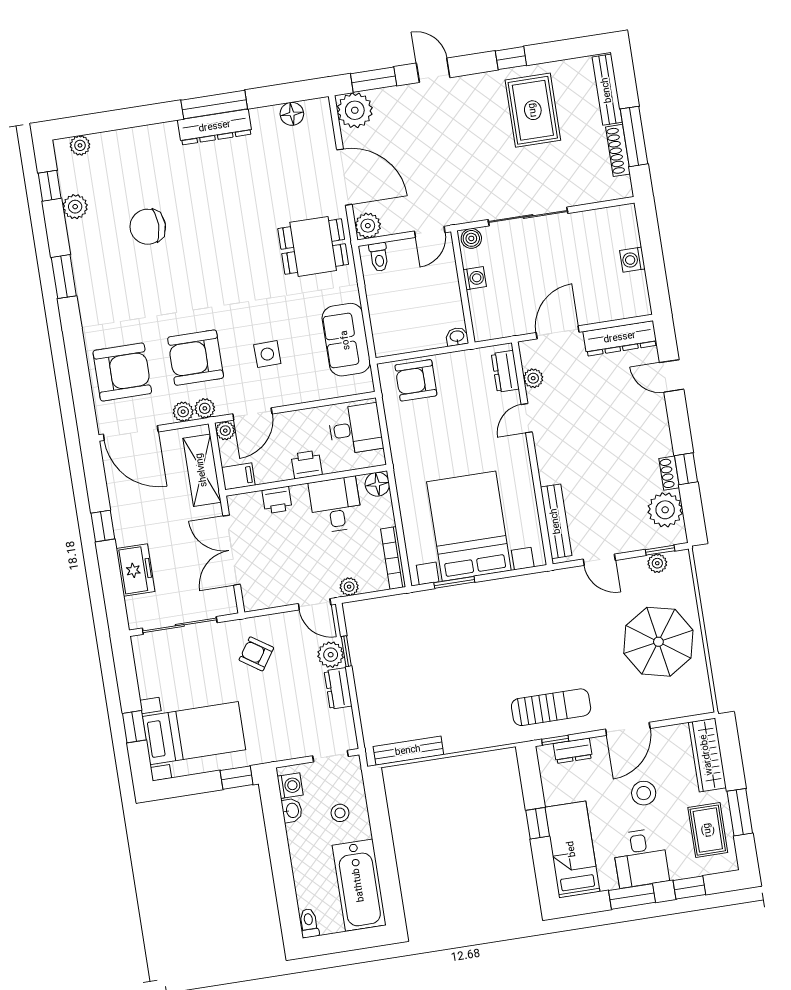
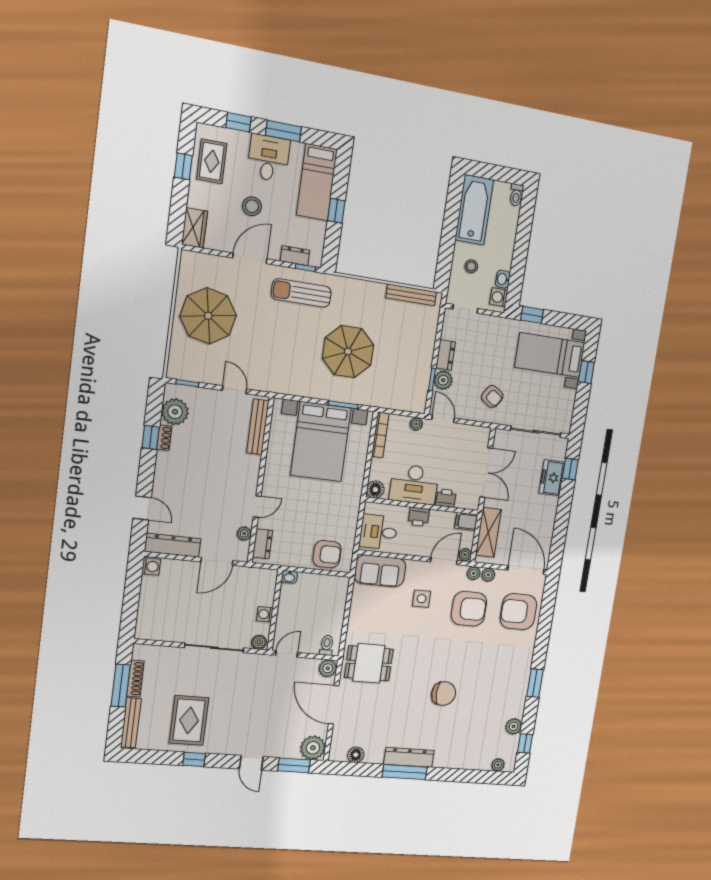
chair: (148, 227) -> (444, 694), moved
washing machine: (632, 260) -> (151, 566), moved
sofa: (346, 340) -> (380, 571), moved, turned 90
desk: (336, 505) -> (414, 484), width x1.37
window: (103, 526) -> (570, 469), moved
plant: (657, 563) -> (192, 374), removed
parasol: (469, 653) -> (348, 352), added
wardrobe: (707, 755) -> (195, 228), width x0.67
window: (740, 812) -> (183, 166), width x0.67

